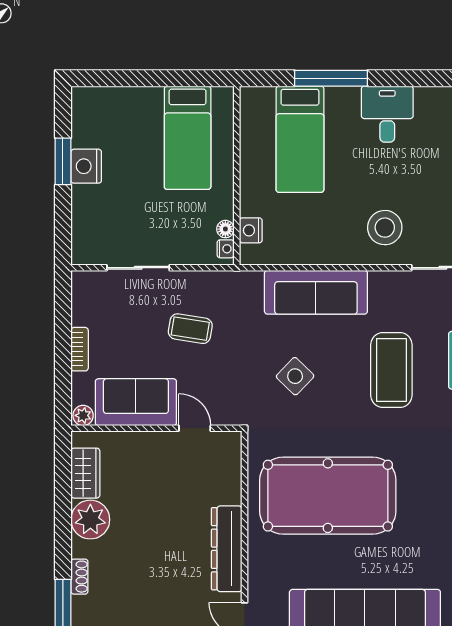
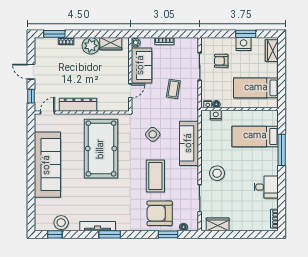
wardrobe: (102, 101) -> (272, 51), added
desk: (387, 114) -> (266, 187), moved
armchair: (125, 218) -> (221, 61), added
coffee table: (391, 370) -> (155, 176), turned 90

